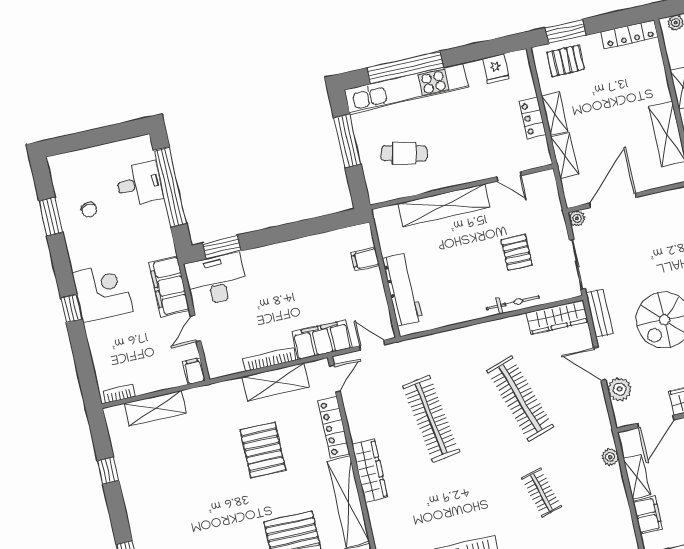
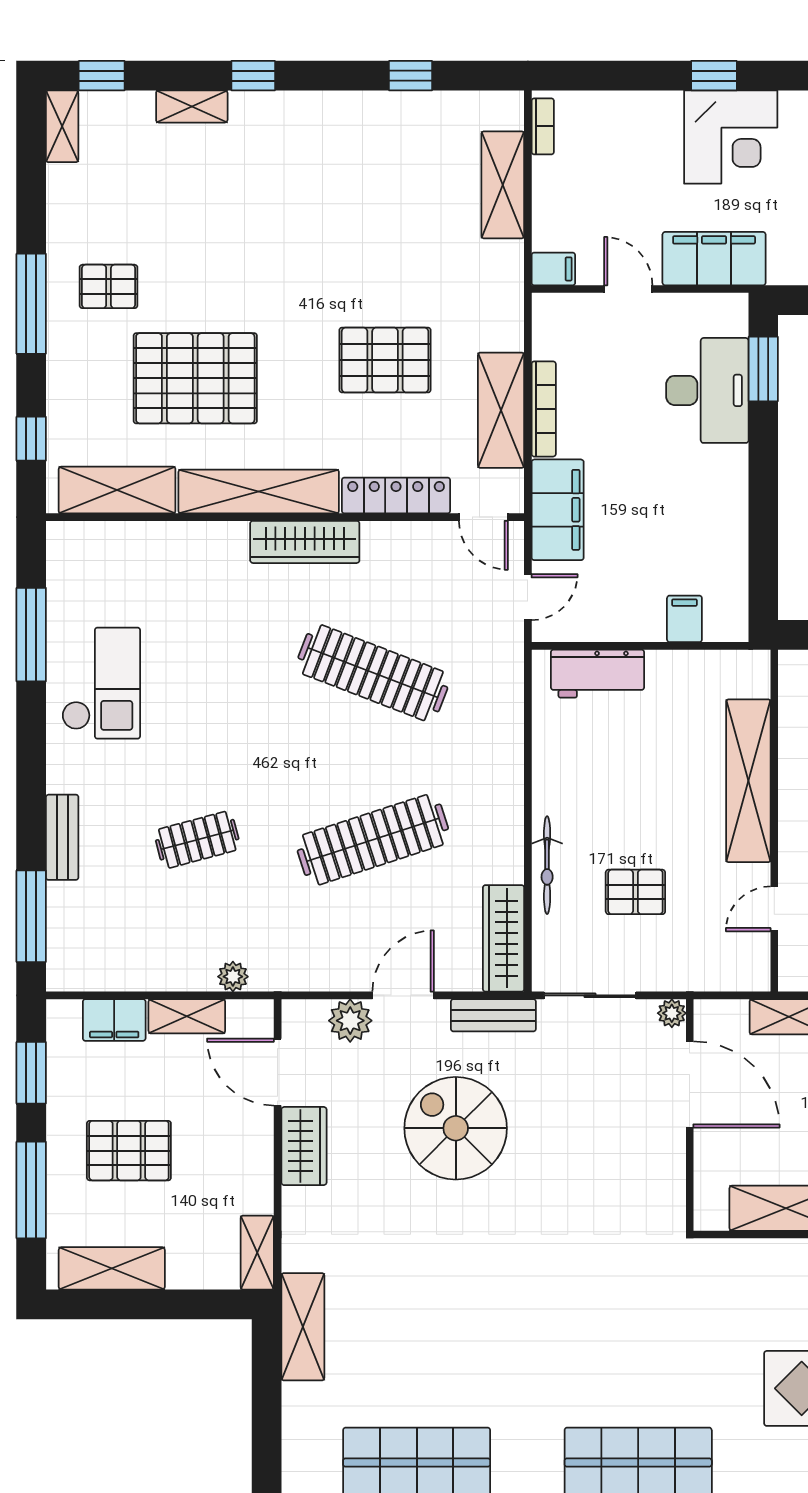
desk: (216, 280) -> (707, 390), moved
workbench: (403, 289) -> (598, 674), width x0.73
clothes rail: (431, 419) -> (373, 673), turned 30

